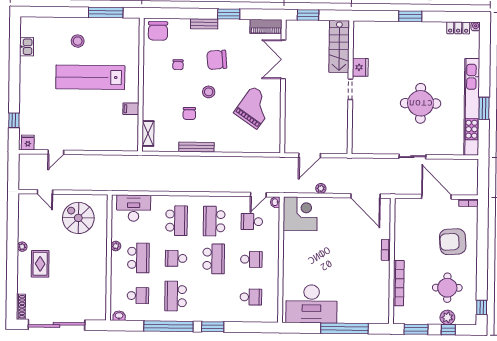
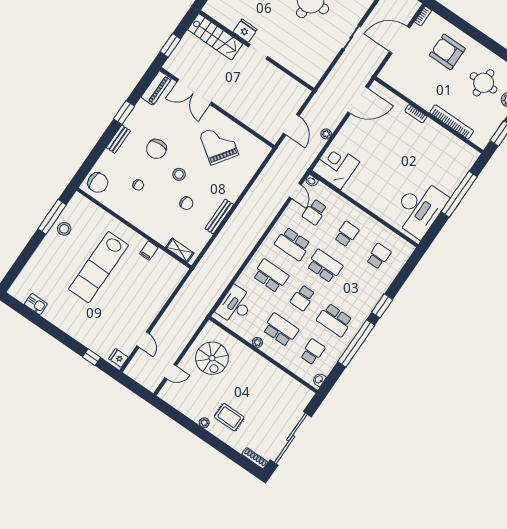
stool: (78, 41) -> (64, 229), moved
spiral stairs: (78, 218) -> (212, 358), turned -90
armchair: (453, 242) -> (447, 52), turned 94

